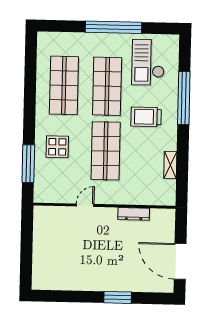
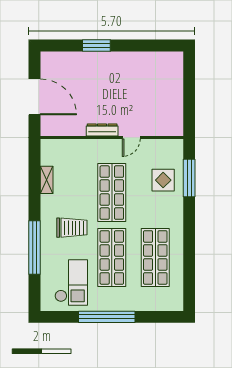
display table: (57, 147) -> (163, 180), moved
dresser: (134, 214) -> (102, 130), moved
door: (180, 261) -> (35, 97), moved

